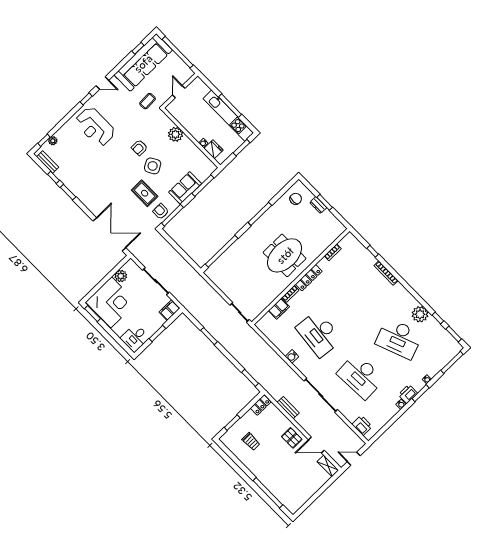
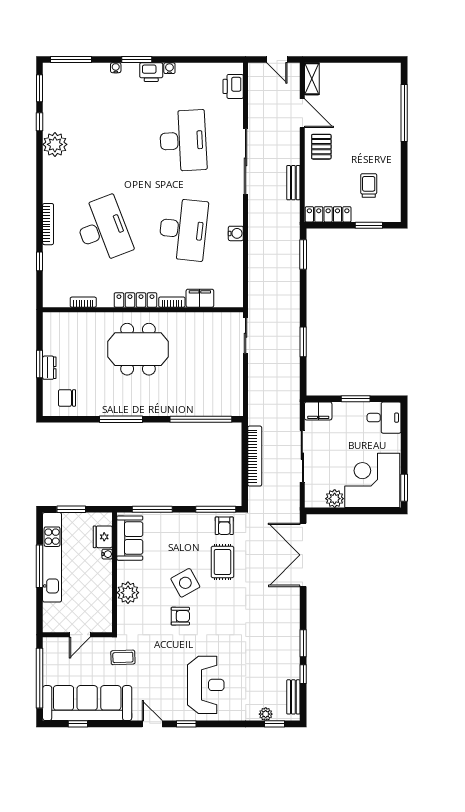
sofa: (185, 188) -> (130, 538), moved, turned -90
bookcase: (179, 259) -> (255, 456), added
desk: (399, 339) -> (103, 229), moved
locker: (261, 405) -> (328, 214), width x1.53

